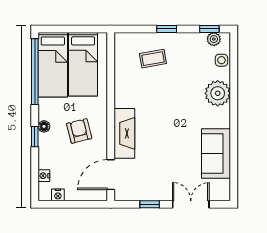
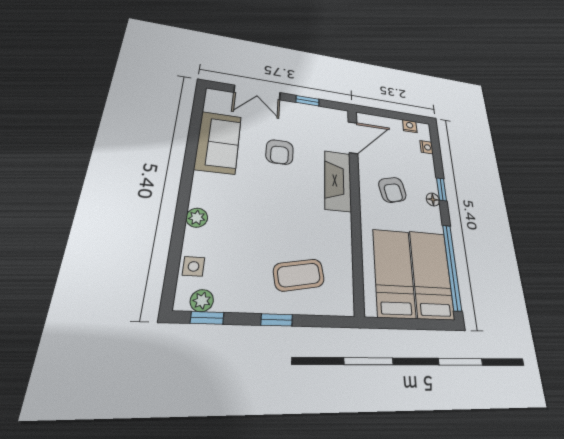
coffee table: (153, 59) -> (299, 275), width x1.36, depth x1.30
plant: (218, 93) -> (197, 218), width x0.53, depth x0.53
armchair: (170, 152) -> (280, 152), added

